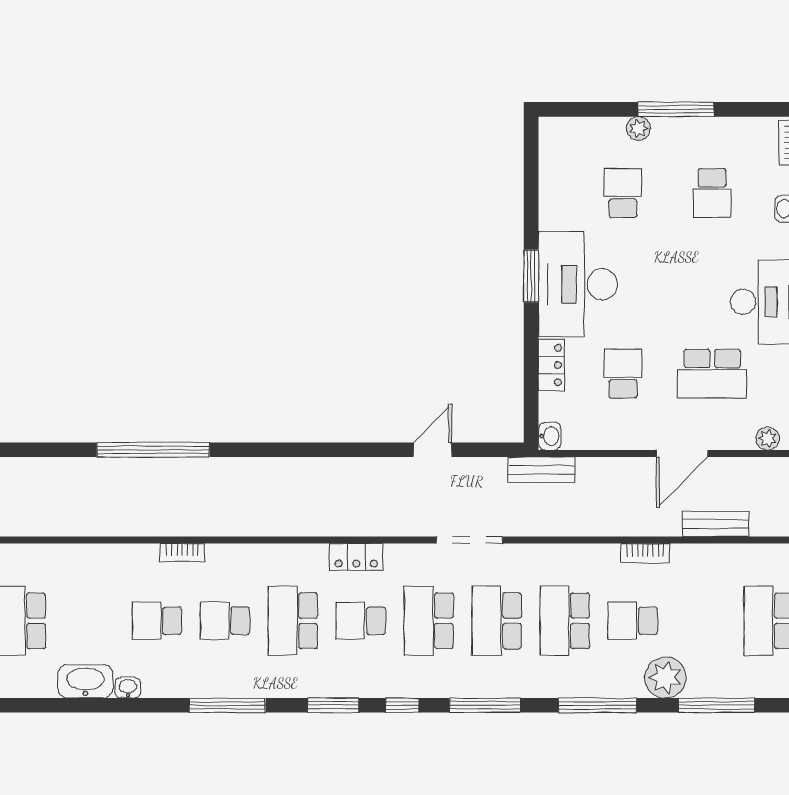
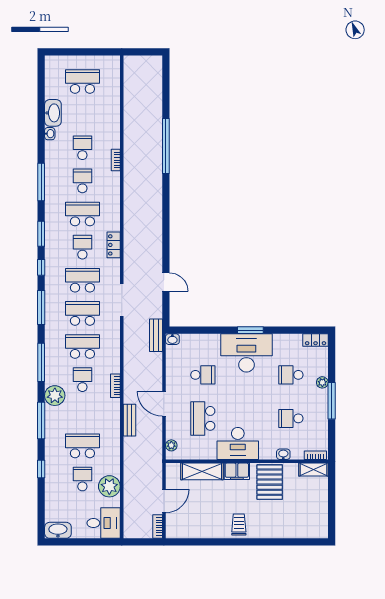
school desk: (623, 193) -> (291, 375), turned 180
locker: (551, 365) -> (316, 340), moved

